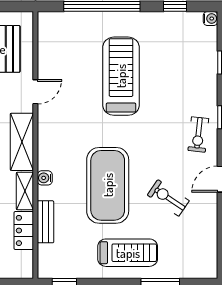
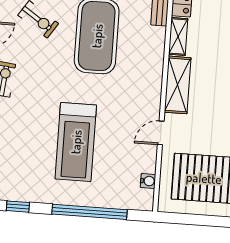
water cooler: (45, 178) -> (148, 181), moved

